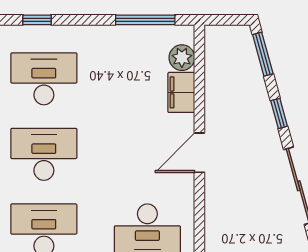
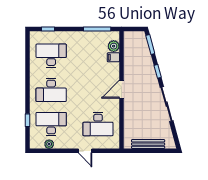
filing cabinet: (181, 92) -> (113, 57), width x0.50
desk: (44, 154) -> (51, 90), turned 180

